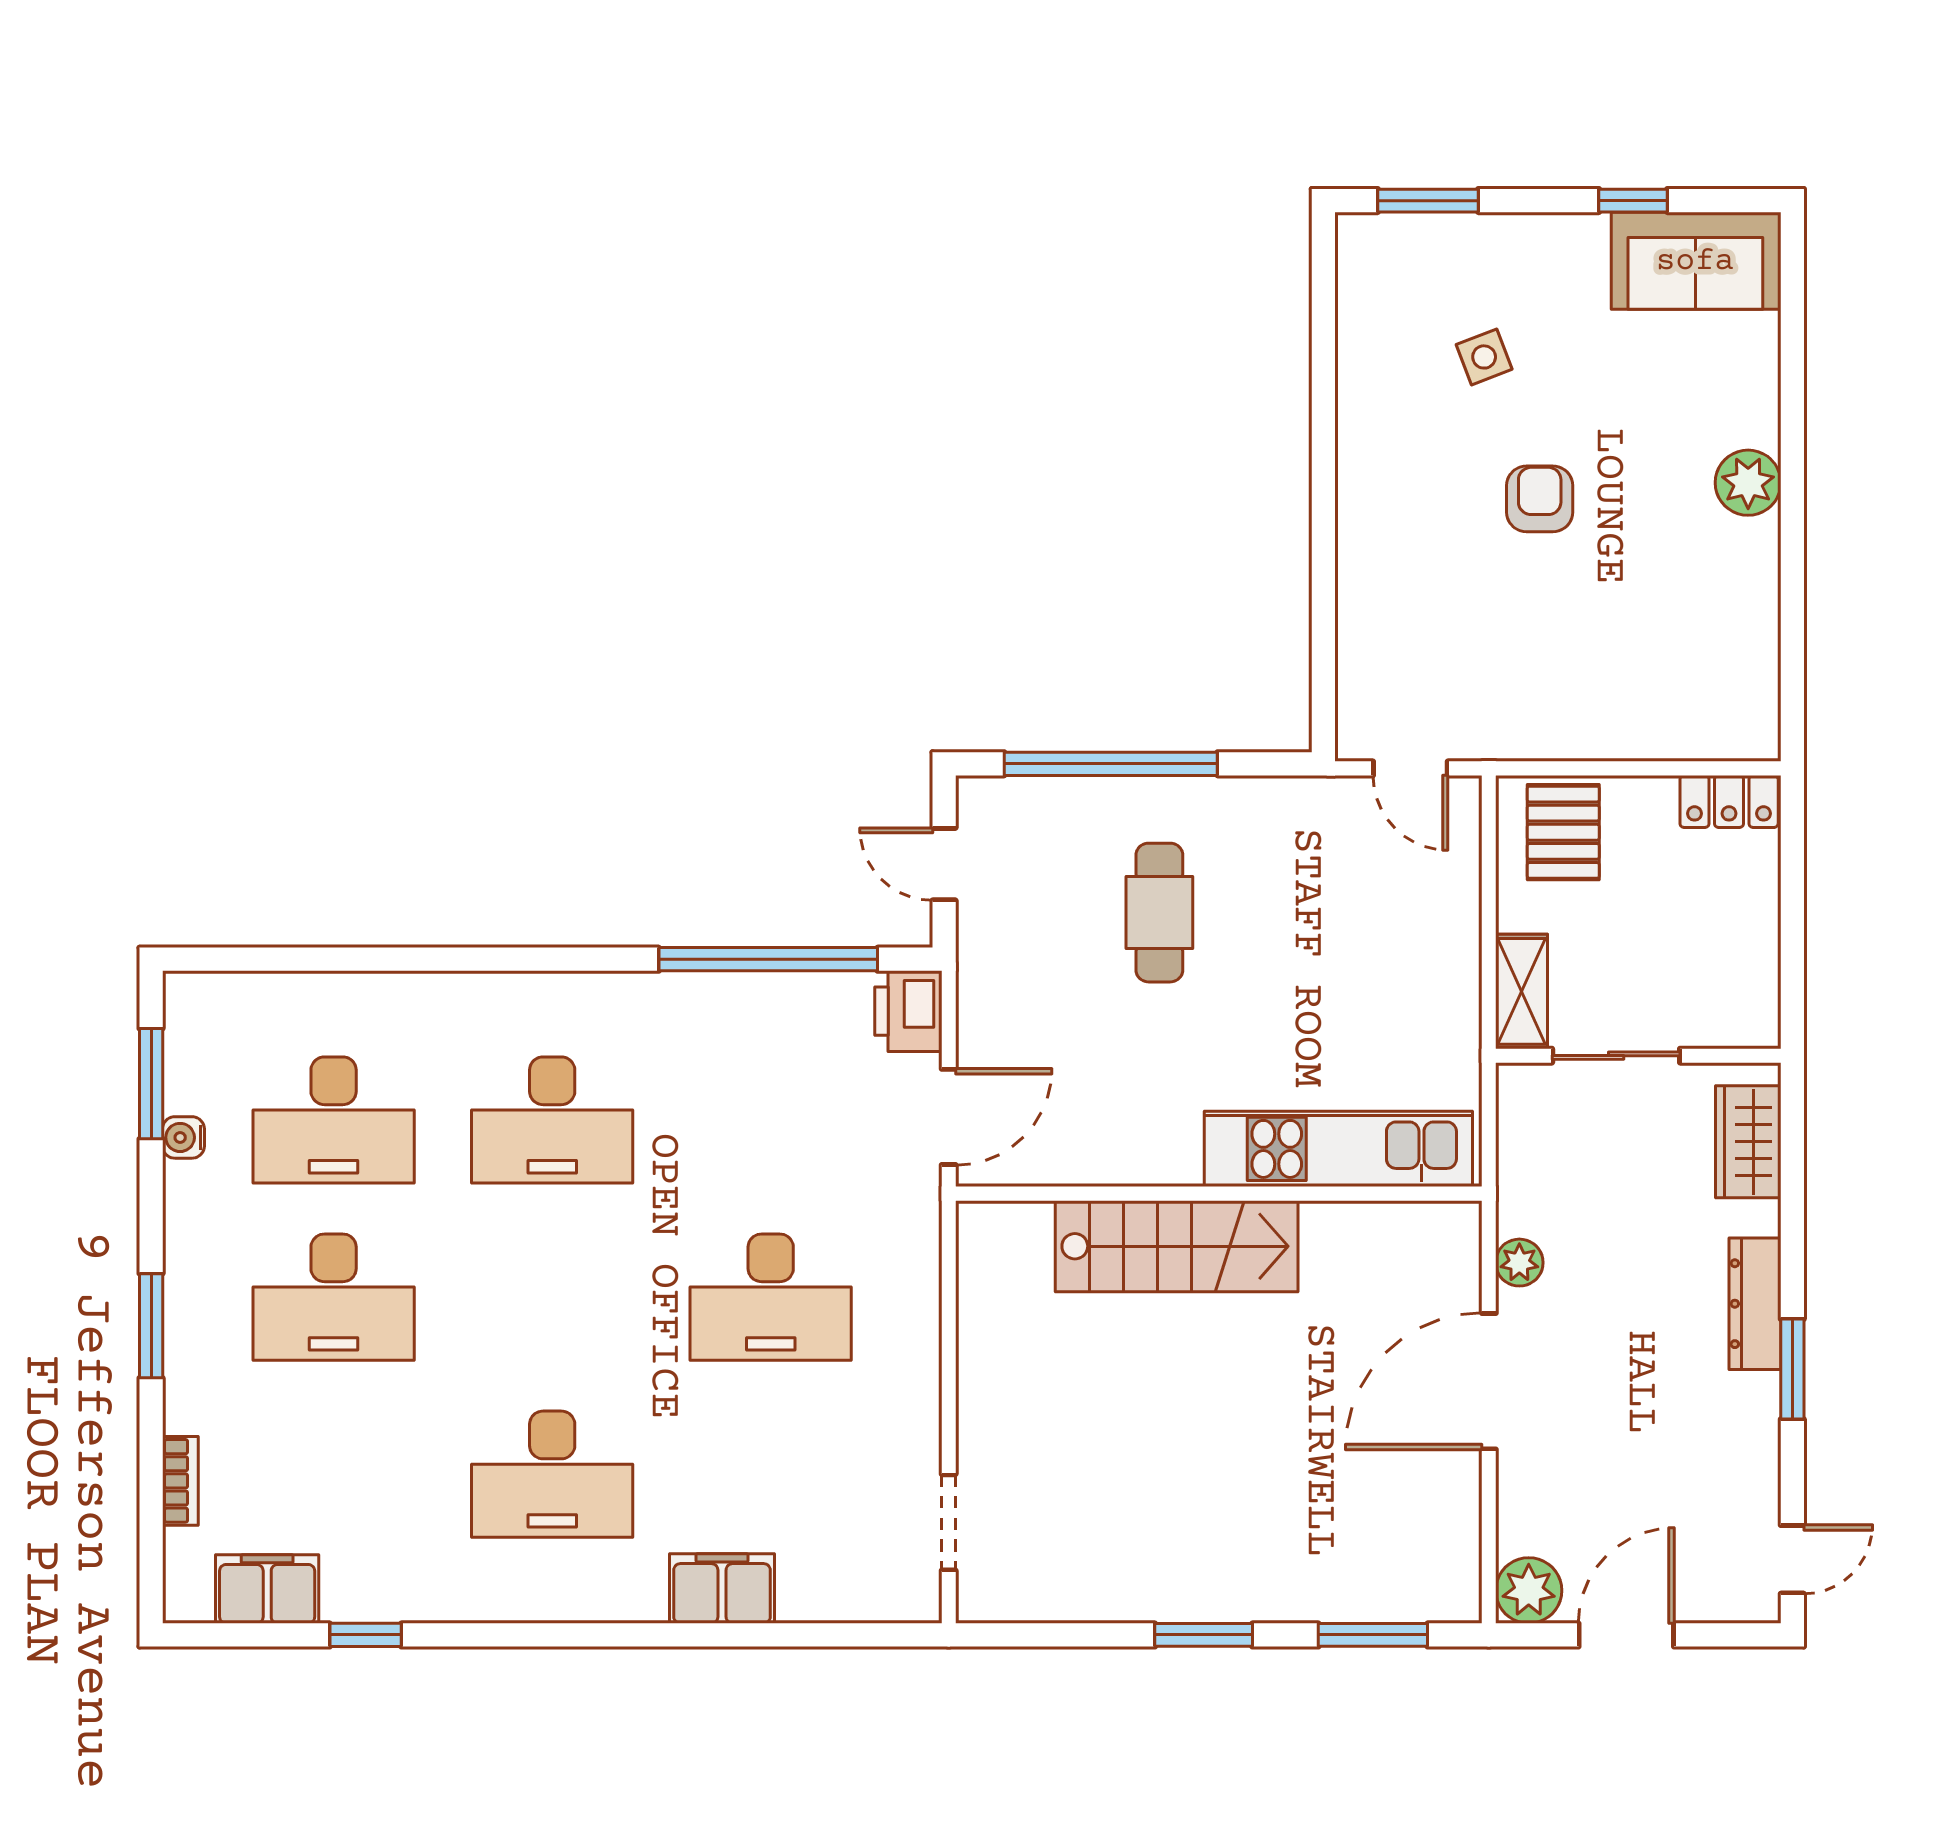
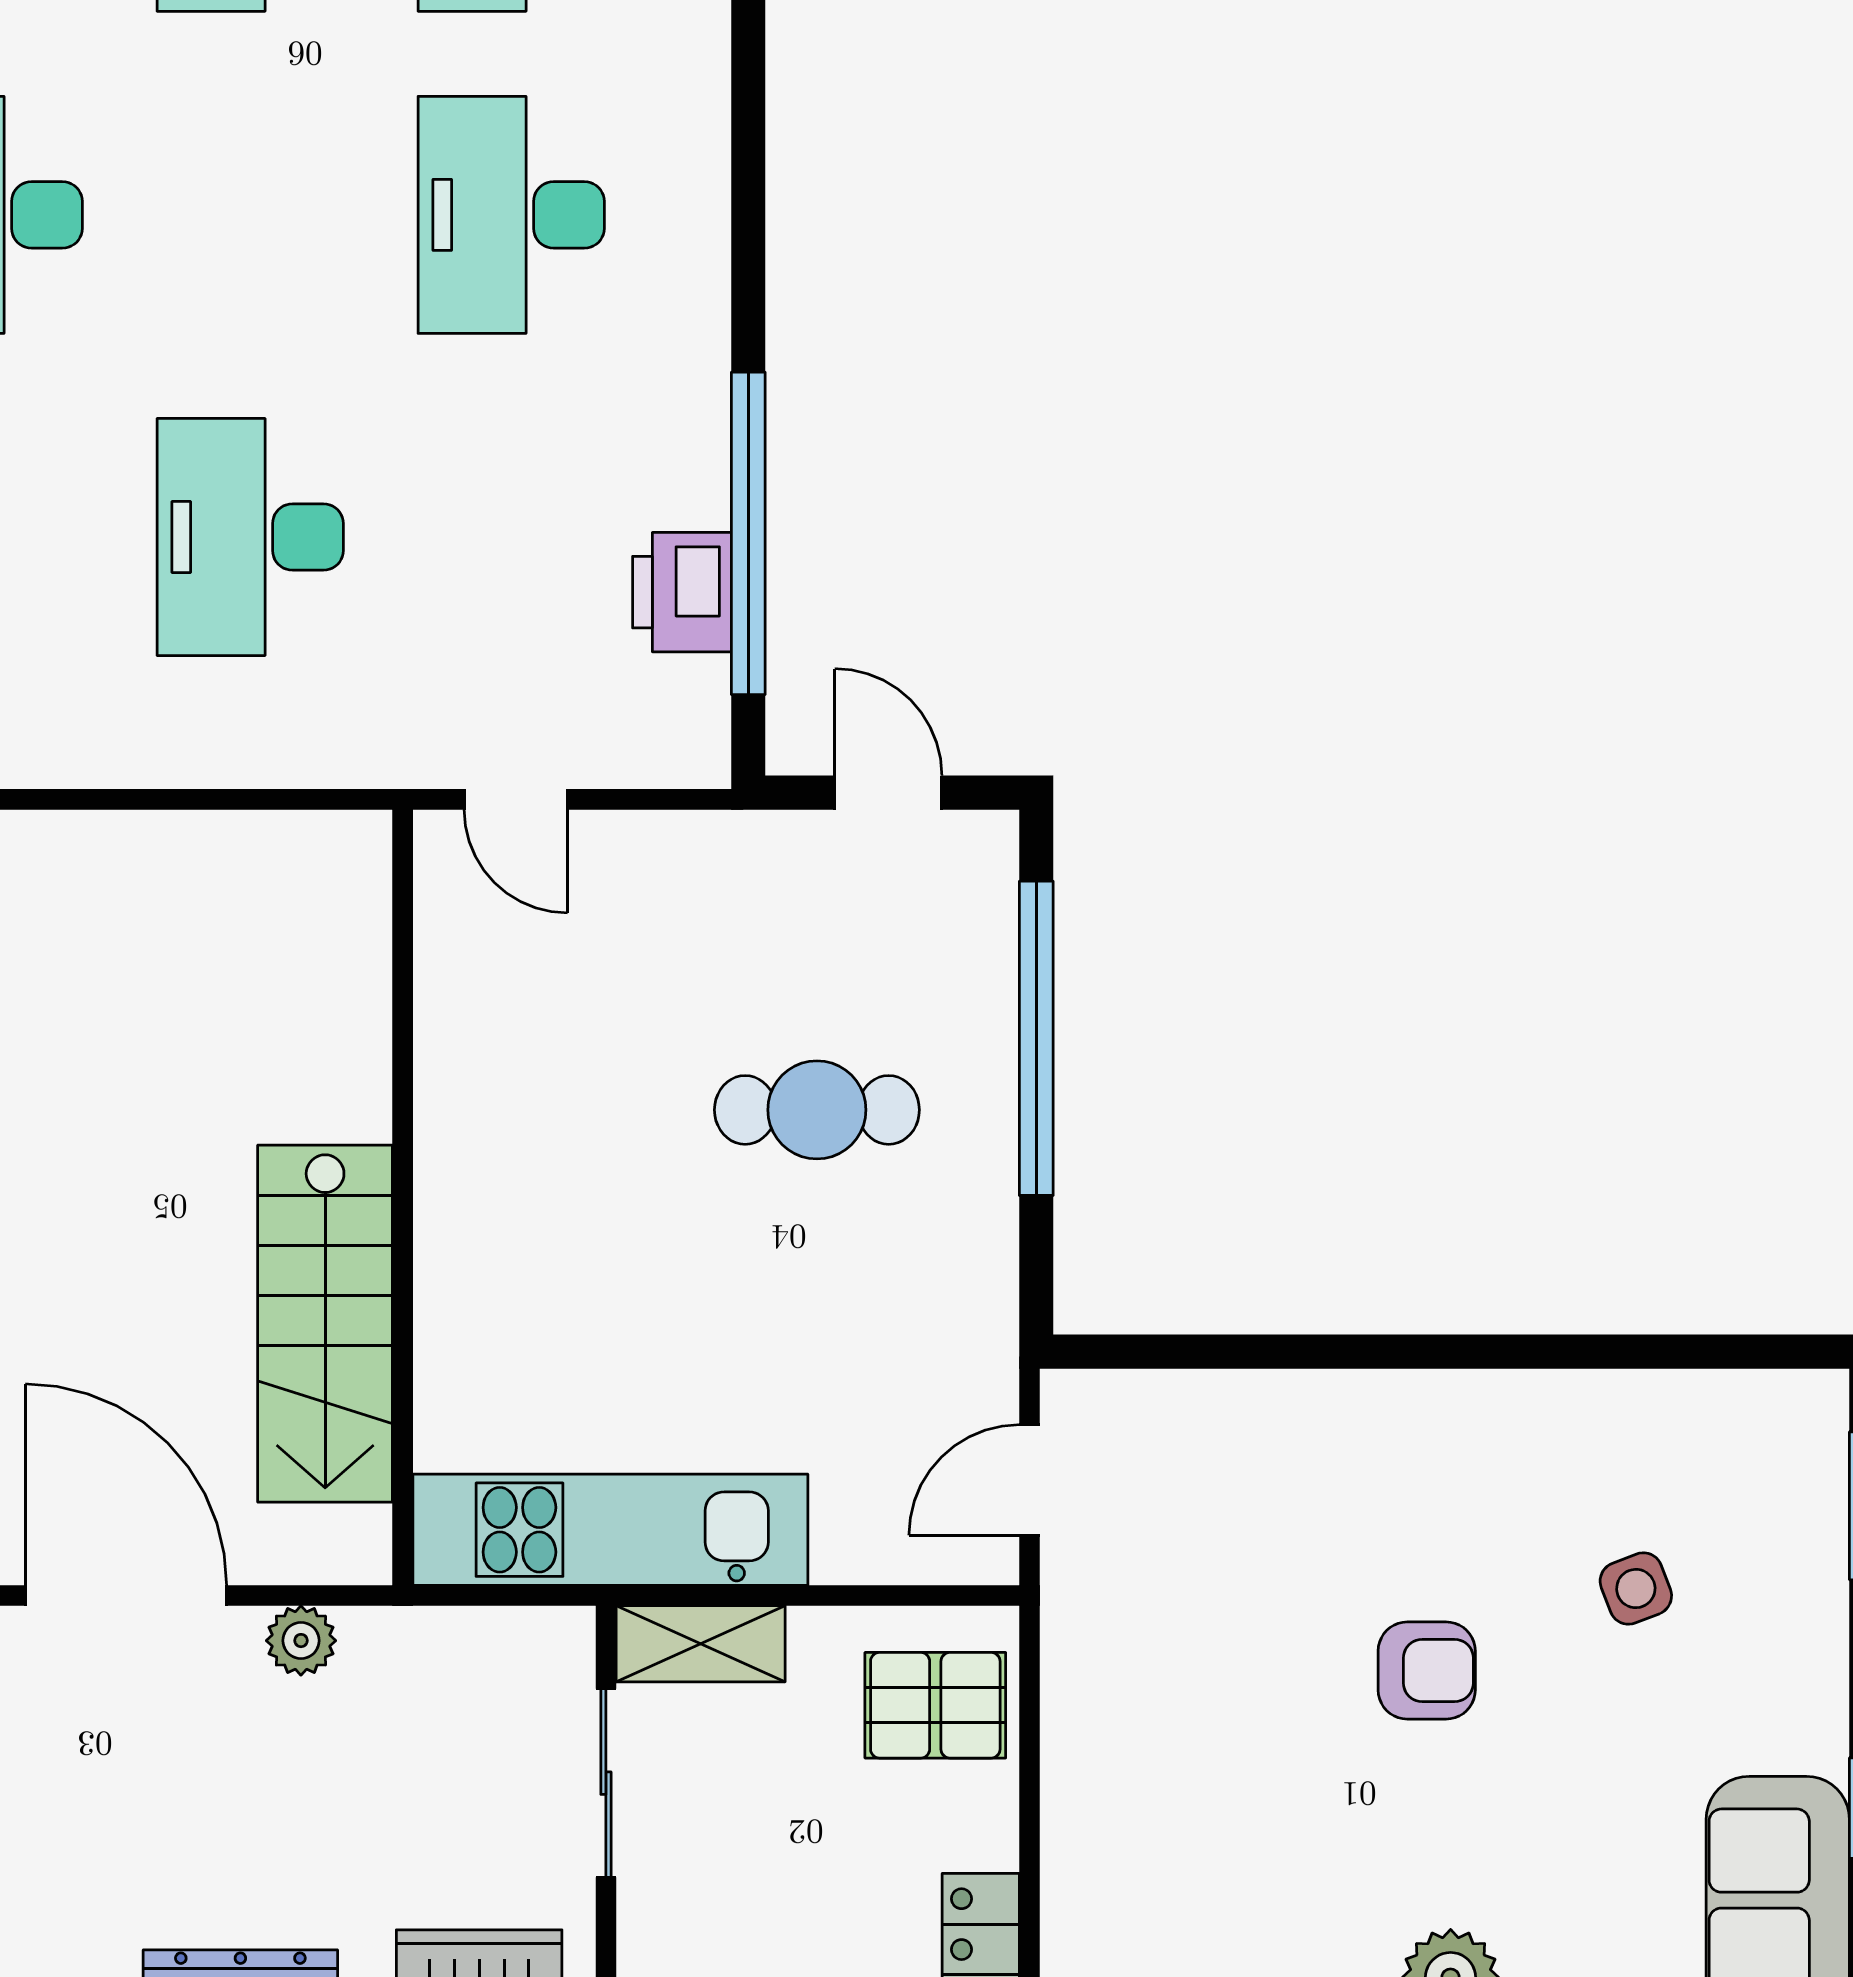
door: (944, 864) -> (888, 793), hinge flipped
printer: (908, 1011) -> (682, 592), moved, turned -90
door: (949, 1117) -> (516, 799), width x0.73
kitchen unit: (1338, 1149) -> (610, 1530), moved, turned -90
stairs: (1177, 1246) -> (325, 1324), moved

